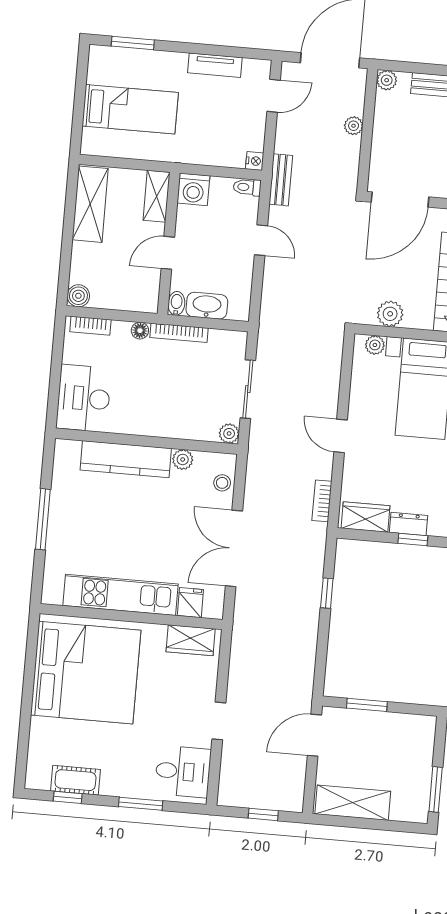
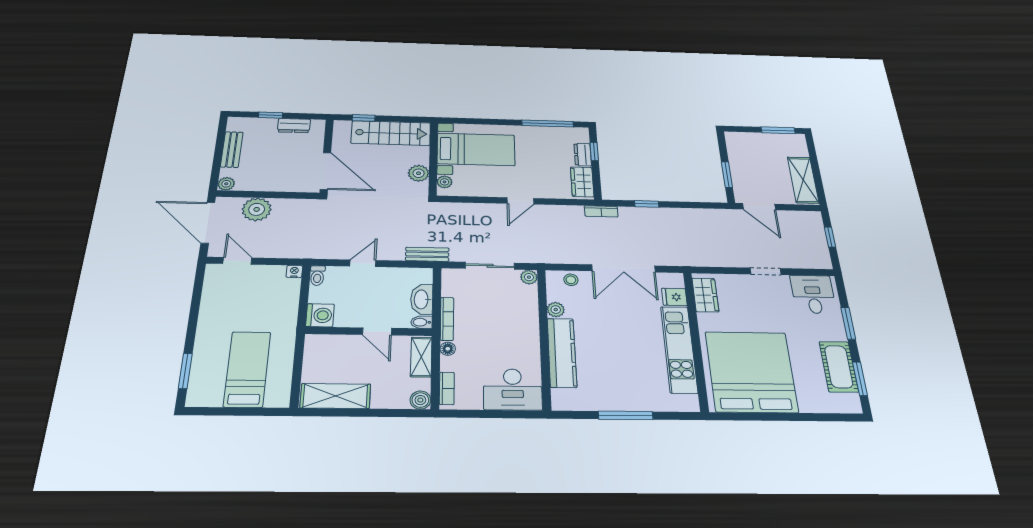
tv unit: (215, 65) -> (209, 305), removed
plant: (354, 126) -> (257, 209), width x1.88, depth x1.88
bench: (281, 180) -> (427, 254), moved
shelving: (157, 196) -> (421, 357), moved, turned 90
bookcase: (322, 501) -> (601, 211), moved
cot: (75, 780) -> (839, 367), width x1.37, depth x1.34
window: (68, 797) -> (860, 379), width x1.50

